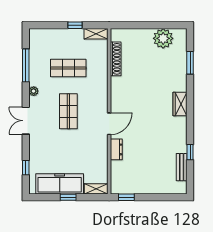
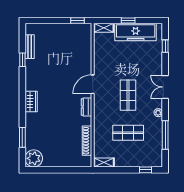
window: (75, 25) -> (145, 170), moved
plant: (163, 38) -> (34, 158), moved
double door: (26, 121) -> (165, 87), swing flipped
dresser: (116, 149) -> (86, 107), moved

